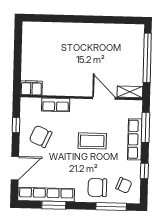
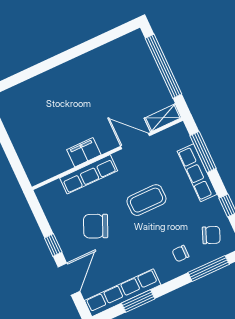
filing cabinet: (31, 88) -> (84, 152), moved
row of seats: (56, 105) -> (89, 174), width x1.48
window: (16, 125) -> (53, 245), moved
chair: (41, 136) -> (96, 226), moved
chair: (97, 188) -> (181, 254), width x0.54, depth x0.54

